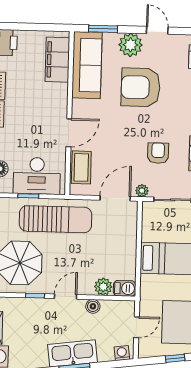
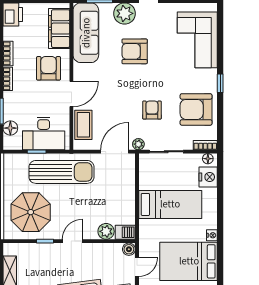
armchair: (141, 87) -> (135, 51), width x0.73, depth x0.73
armchair: (44, 103) -> (49, 68), added
boiler: (93, 306) -> (129, 249), moved

